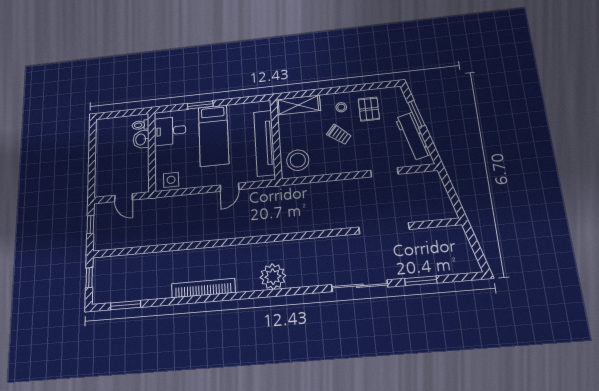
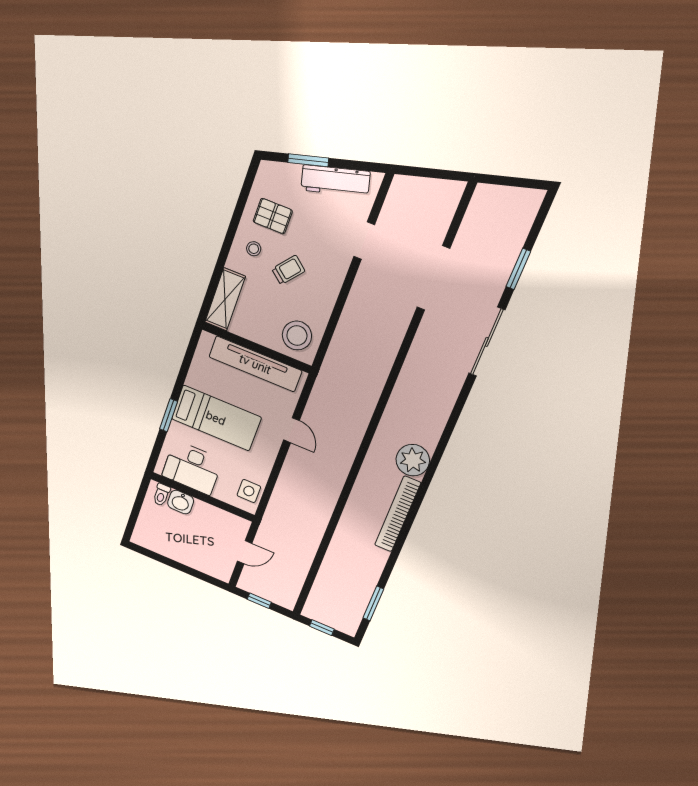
desk: (170, 131) -> (192, 468), width x1.37
plant: (273, 277) -> (413, 460), moved

